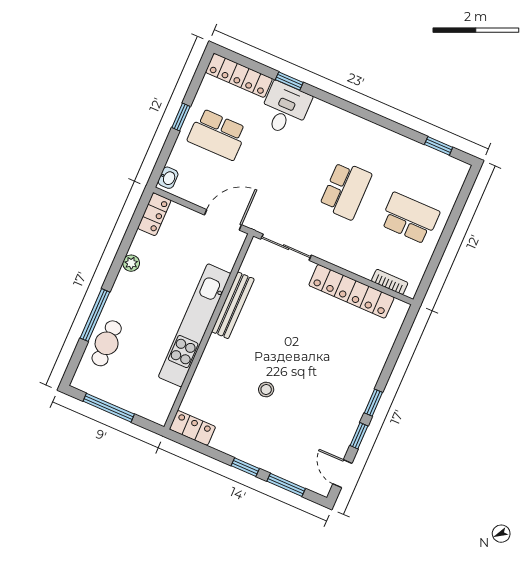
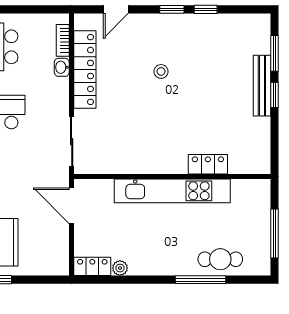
washbasin: (168, 178) -> (62, 67), moved, turned -90
plant: (131, 263) -> (120, 268), moved
bench: (233, 305) -> (262, 86), moved, turned 90
stool: (266, 389) -> (161, 71), moved
locker: (192, 428) -> (208, 164), moved, turned 90
door: (342, 474) -> (116, 9), moved

